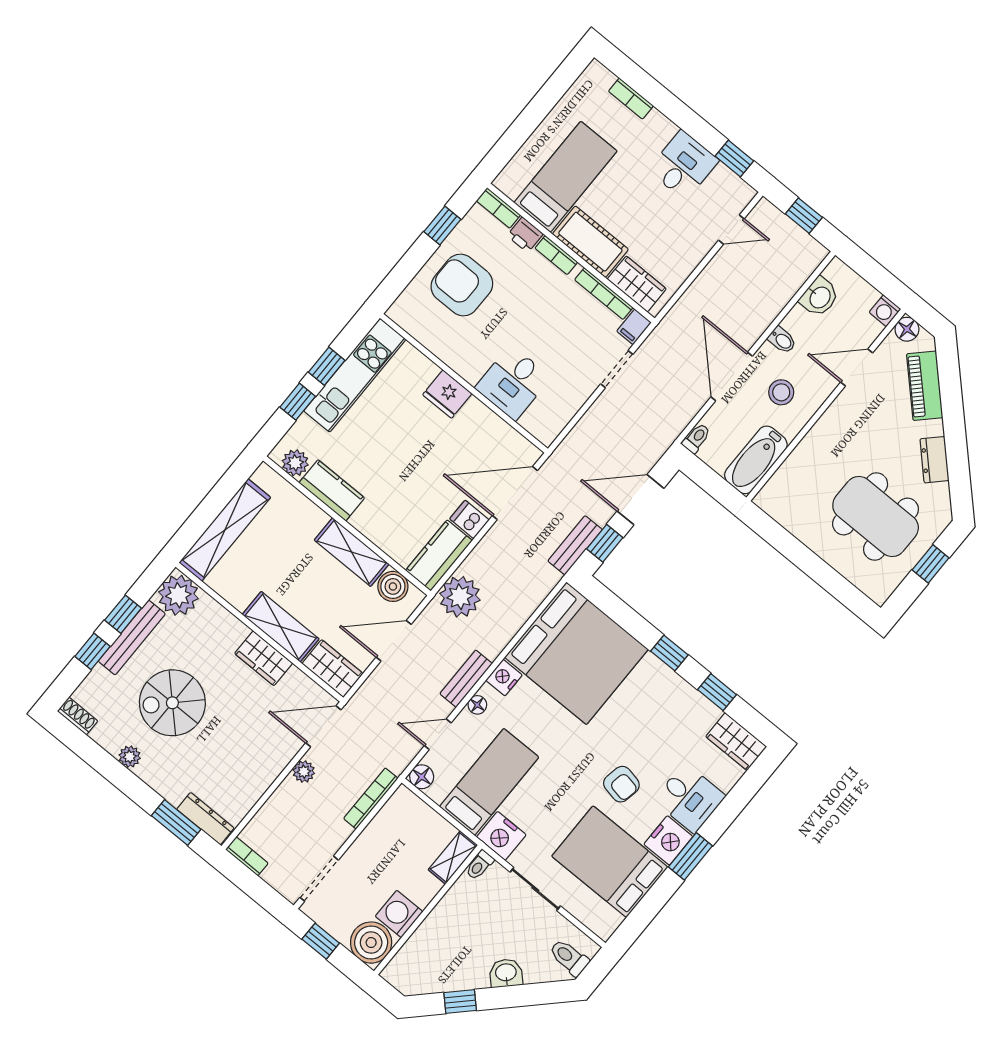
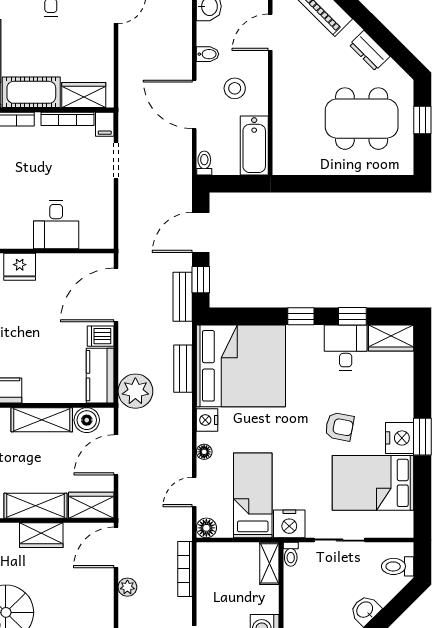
bench: (466, 679) -> (183, 369), moved
desk: (689, 798) -> (346, 348), moved, turned -90

